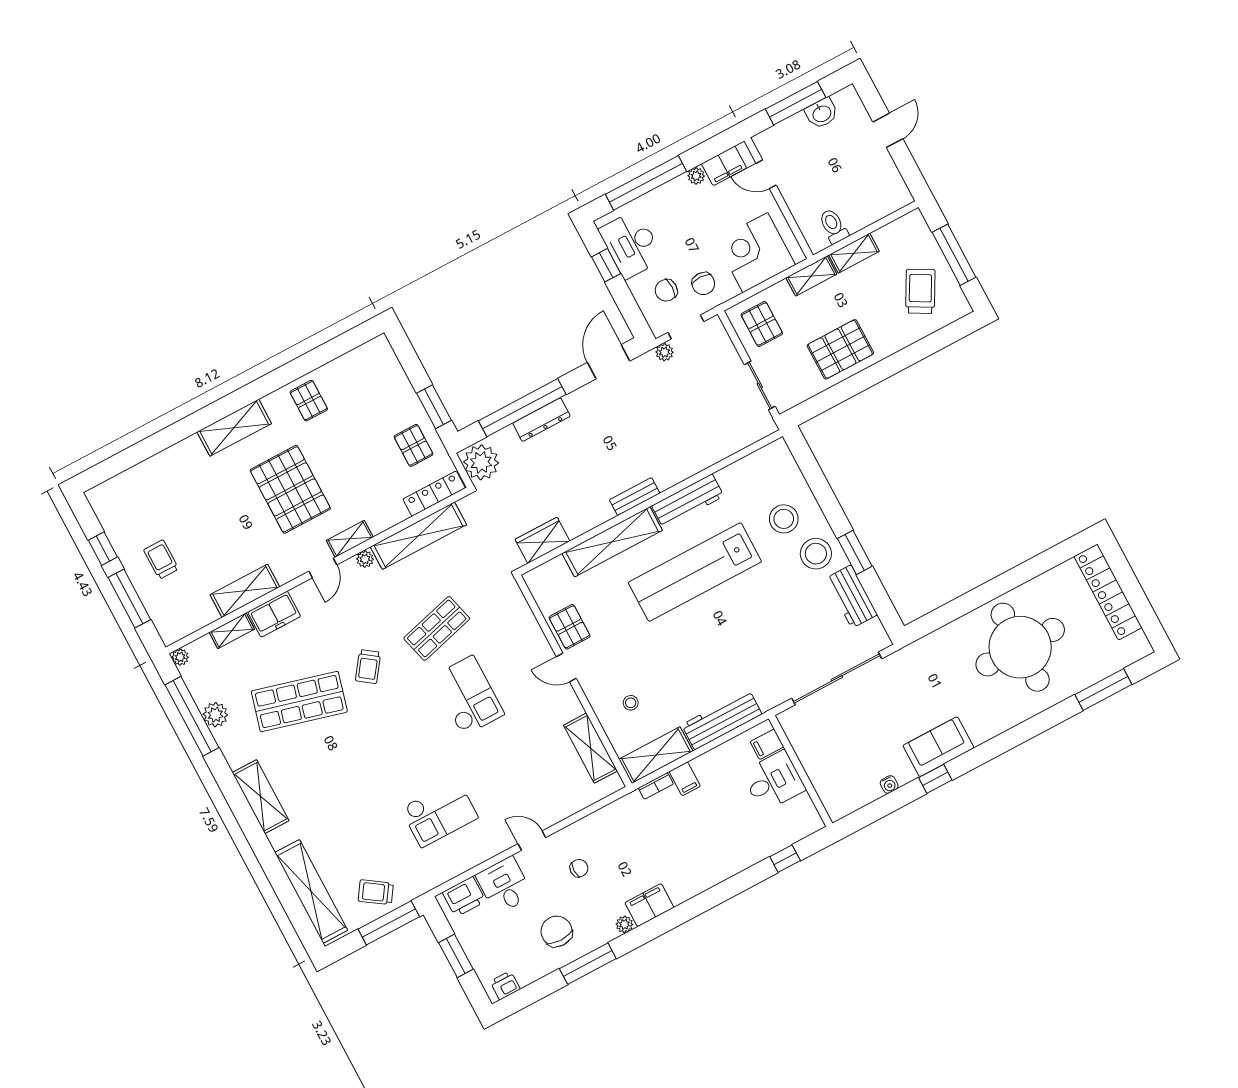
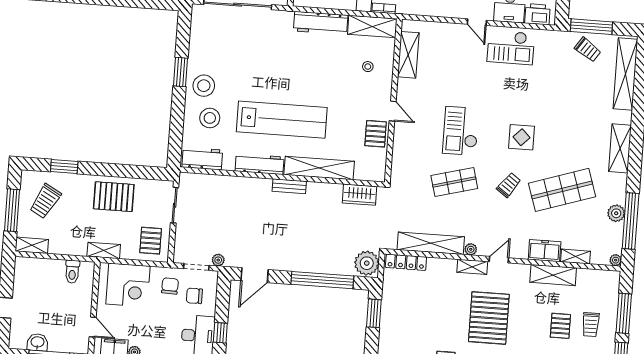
shelving: (854, 253) -> (32, 245), moved
chair: (666, 290) -> (194, 296), turned 180
window: (924, 348) -> (64, 166), added
dresser: (541, 420) -> (315, 266), removed
pallet: (414, 445) -> (560, 326), moved
workbench: (851, 597) -> (202, 159), moved, turned -90
shop shelf: (299, 702) -> (562, 190), turned -33
display table: (389, 734) -> (521, 137), added
checkout: (439, 813) -> (511, 47), moved, turned 180

